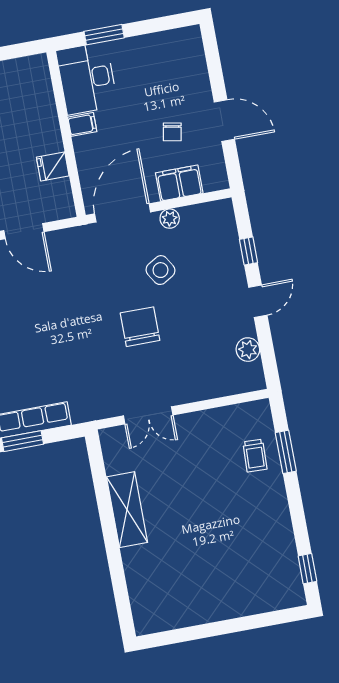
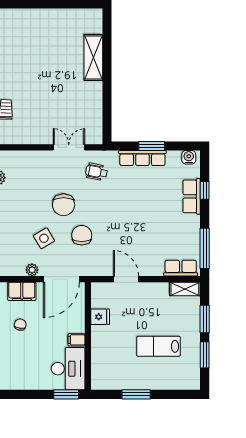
window: (104, 35) -> (66, 394), moved
chair: (104, 285) -> (82, 235), added
wheelchair: (99, 386) -> (96, 172), added
shelving: (127, 510) -> (93, 57), moved

